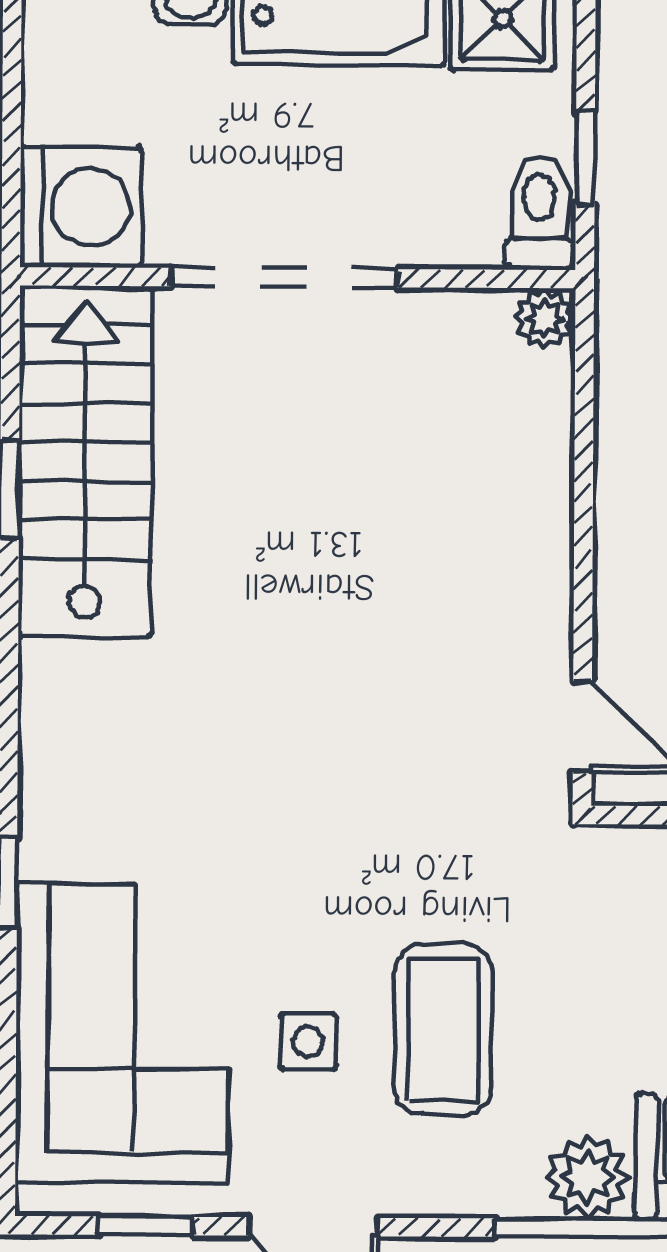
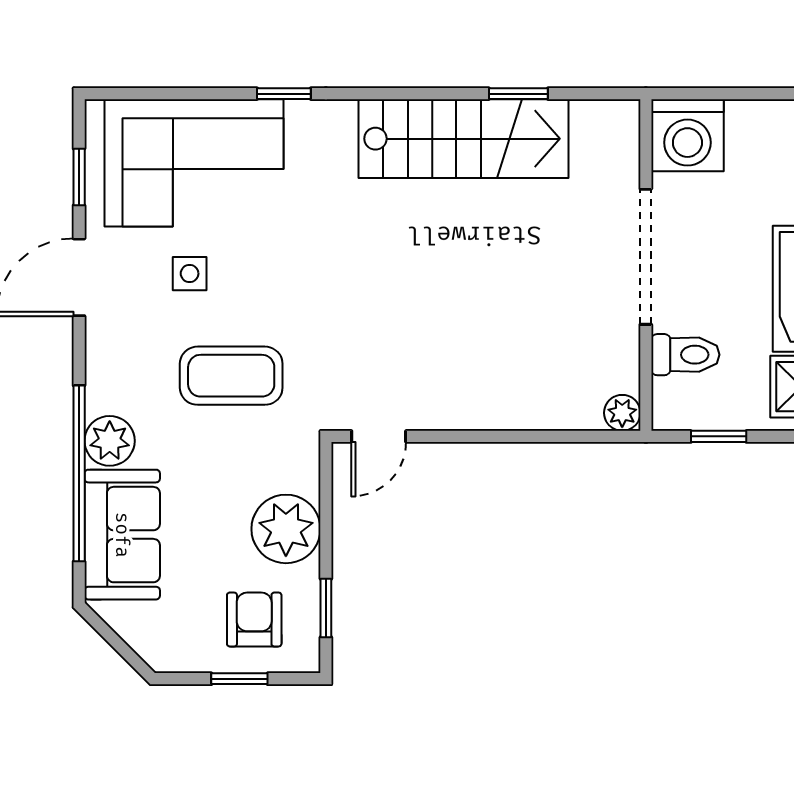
toilet: (540, 213) -> (685, 355), moved
stairs: (85, 461) -> (463, 139), moved
coffee table: (443, 1029) -> (231, 376), moved

